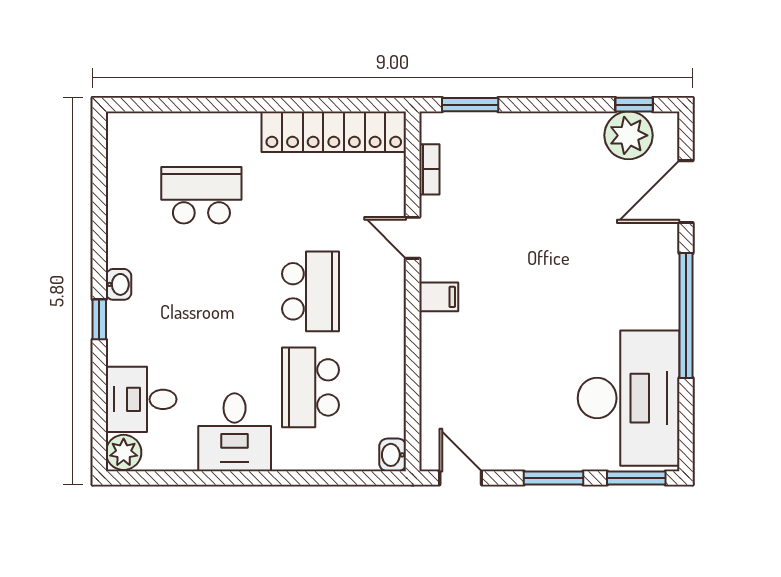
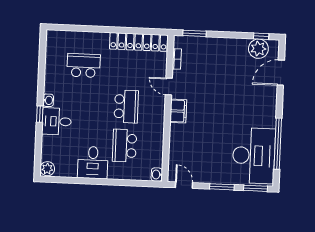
filing cabinet: (439, 297) -> (178, 111), width x2.00
window: (686, 315) -> (278, 144), moved
desk: (141, 399) -> (57, 121), moved

